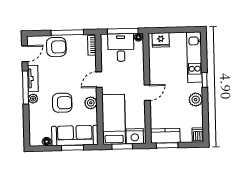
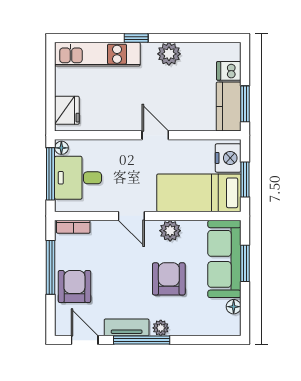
dishwasher: (198, 135) -> (229, 71), moved

